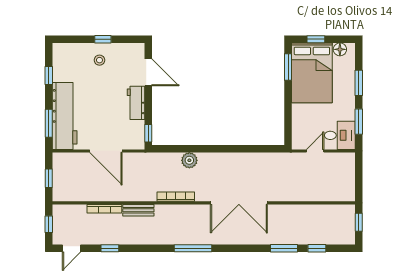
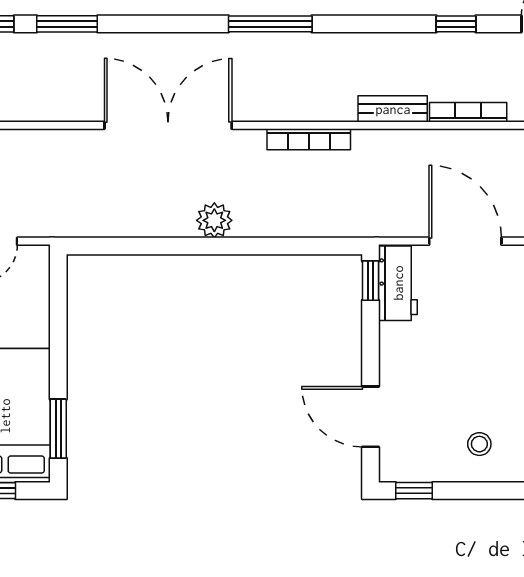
window: (103, 39) -> (414, 491), moved
workbench: (136, 103) -> (398, 283), moved
plant: (189, 160) -> (214, 220), moved

